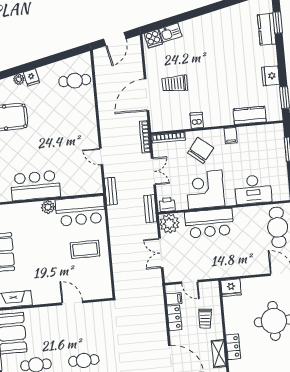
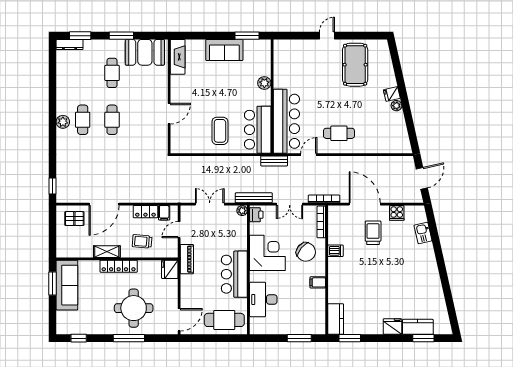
door: (115, 39) -> (422, 178), swing flipped
cooker: (153, 39) -> (397, 213), moved, turned -77
fridge: (271, 76) -> (392, 327), moved
plant: (19, 79) -> (396, 106), moved
cafe table: (75, 81) -> (339, 133), moved, turned 90
kitchen counter: (250, 115) -> (336, 319), moved
bar counter: (35, 186) -> (286, 121), moved, width x1.36
plant: (48, 207) -> (264, 83), moved
bench: (150, 209) -> (254, 198), width x1.36
plant: (169, 223) -> (242, 211), width x0.53, depth x0.53
bar counter: (209, 223) -> (234, 274), moved
piano: (219, 271) -> (187, 259), added
locker: (233, 347) -> (119, 266), width x1.53

